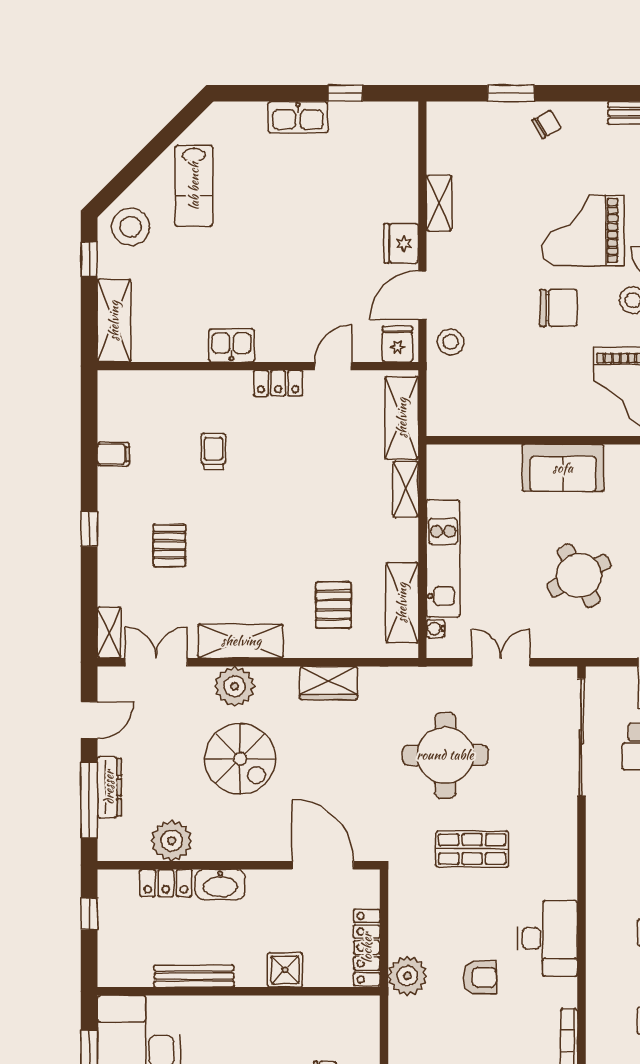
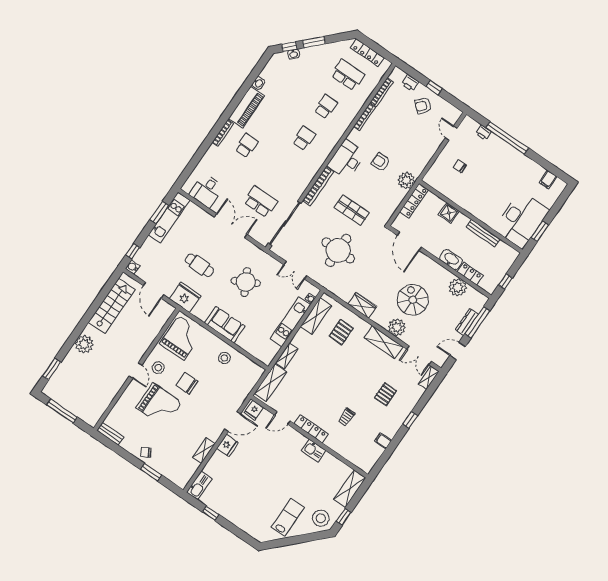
kitchen sink: (298, 117) -> (199, 485), moved, turned 90
stool: (451, 342) -> (224, 358), moved
locker: (278, 383) -> (311, 429), width x1.53
bookcase: (566, 850) -> (318, 186), added

